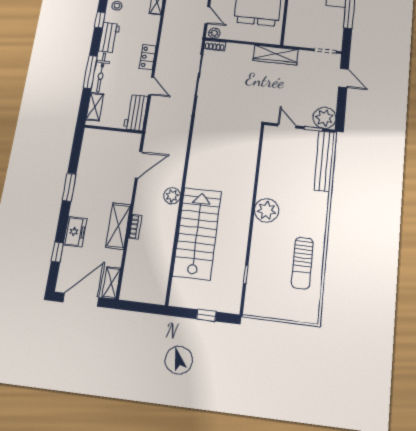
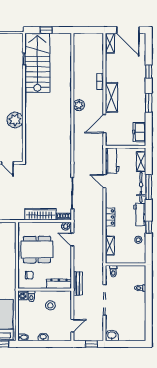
wardrobe: (276, 55) -> (40, 214), moved
locker: (148, 57) -> (110, 217), moved
plant: (267, 210) -> (15, 120), moved
shelving: (118, 226) -> (111, 97), moved
freezer: (75, 232) -> (139, 132), moved
stairs: (197, 233) -> (37, 63), moved, turned 180
window: (57, 252) -> (149, 72), moved
door: (81, 300) -> (128, 30), hinge flipped

